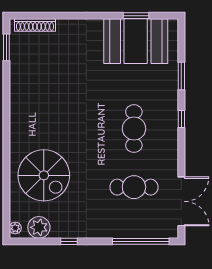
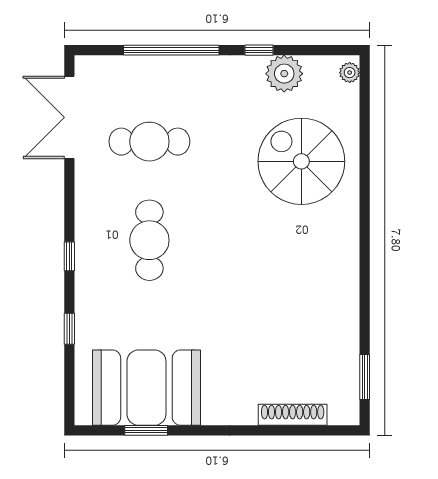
shoe rack: (35, 25) -> (293, 415), moved
window: (181, 76) -> (69, 329), width x0.67
plant: (39, 227) -> (284, 74), moved
window: (141, 241) -> (171, 50), moved

